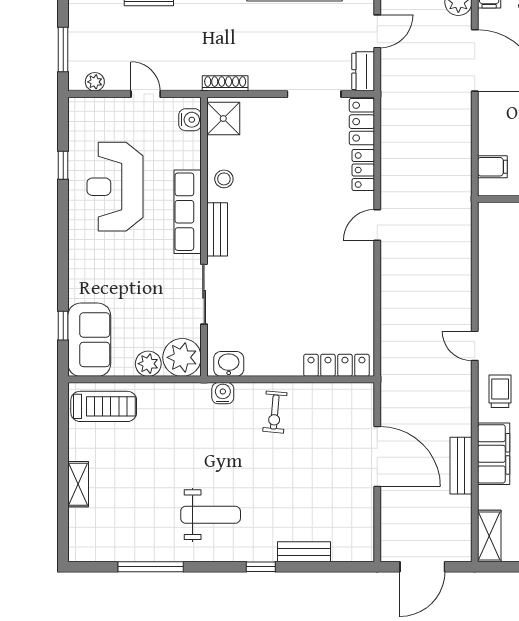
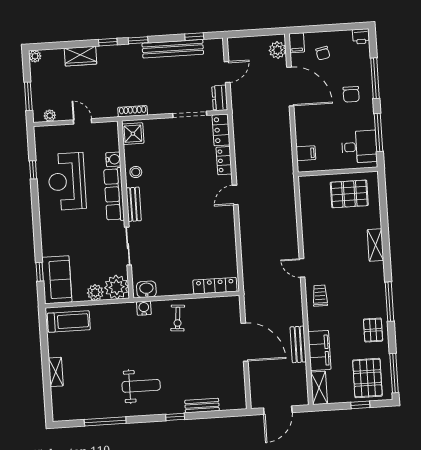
water cooler: (190, 120) -> (113, 159), moved
filing cabinet: (494, 454) -> (319, 350), moved

